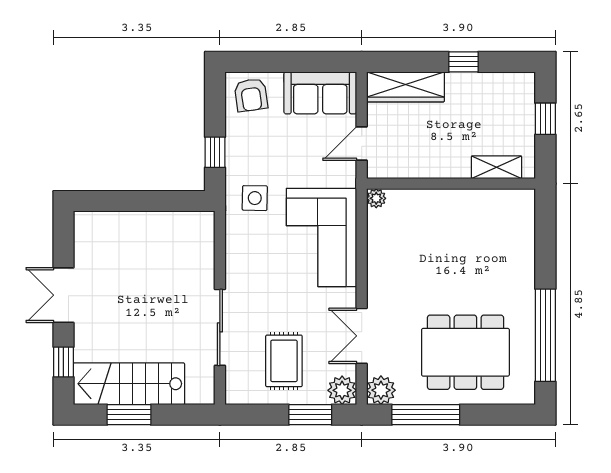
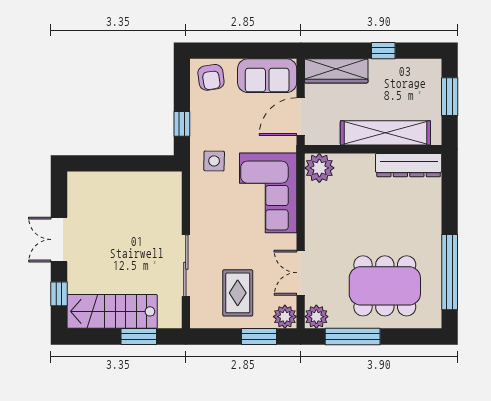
window: (545, 119) -> (450, 97), width x1.50
door: (362, 143) -> (301, 117), width x1.38
shelving: (497, 167) -> (385, 133), width x2.20, depth x1.33
plant: (376, 198) -> (319, 168), width x1.88, depth x1.88
dresser: (495, 203) -> (409, 165), added
window: (129, 415) -> (139, 336), moved

